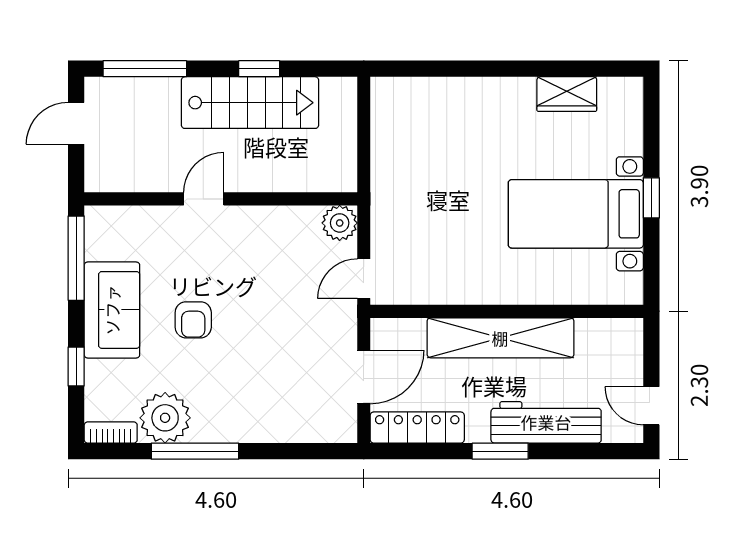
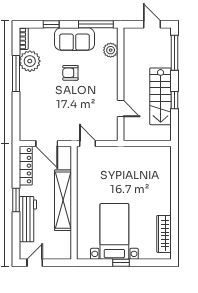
wardrobe: (567, 94) -> (164, 234), width x1.50
door: (204, 199) -> (121, 108), moved
plant: (340, 223) -> (111, 50), moved

